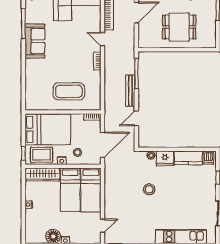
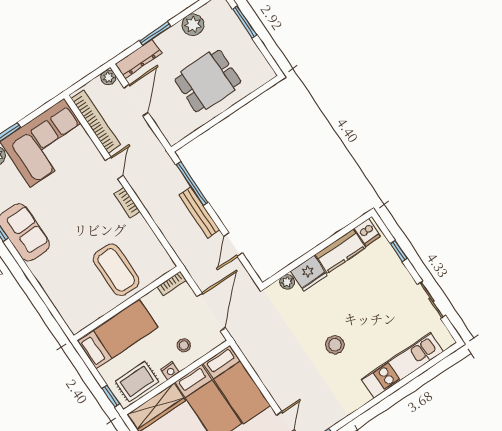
door: (103, 39) -> (114, 168), swing flipped
coffee table: (69, 91) -> (116, 270), turned 90
bed: (48, 130) -> (118, 334), width x0.67
stool: (149, 189) -> (335, 345), moved

